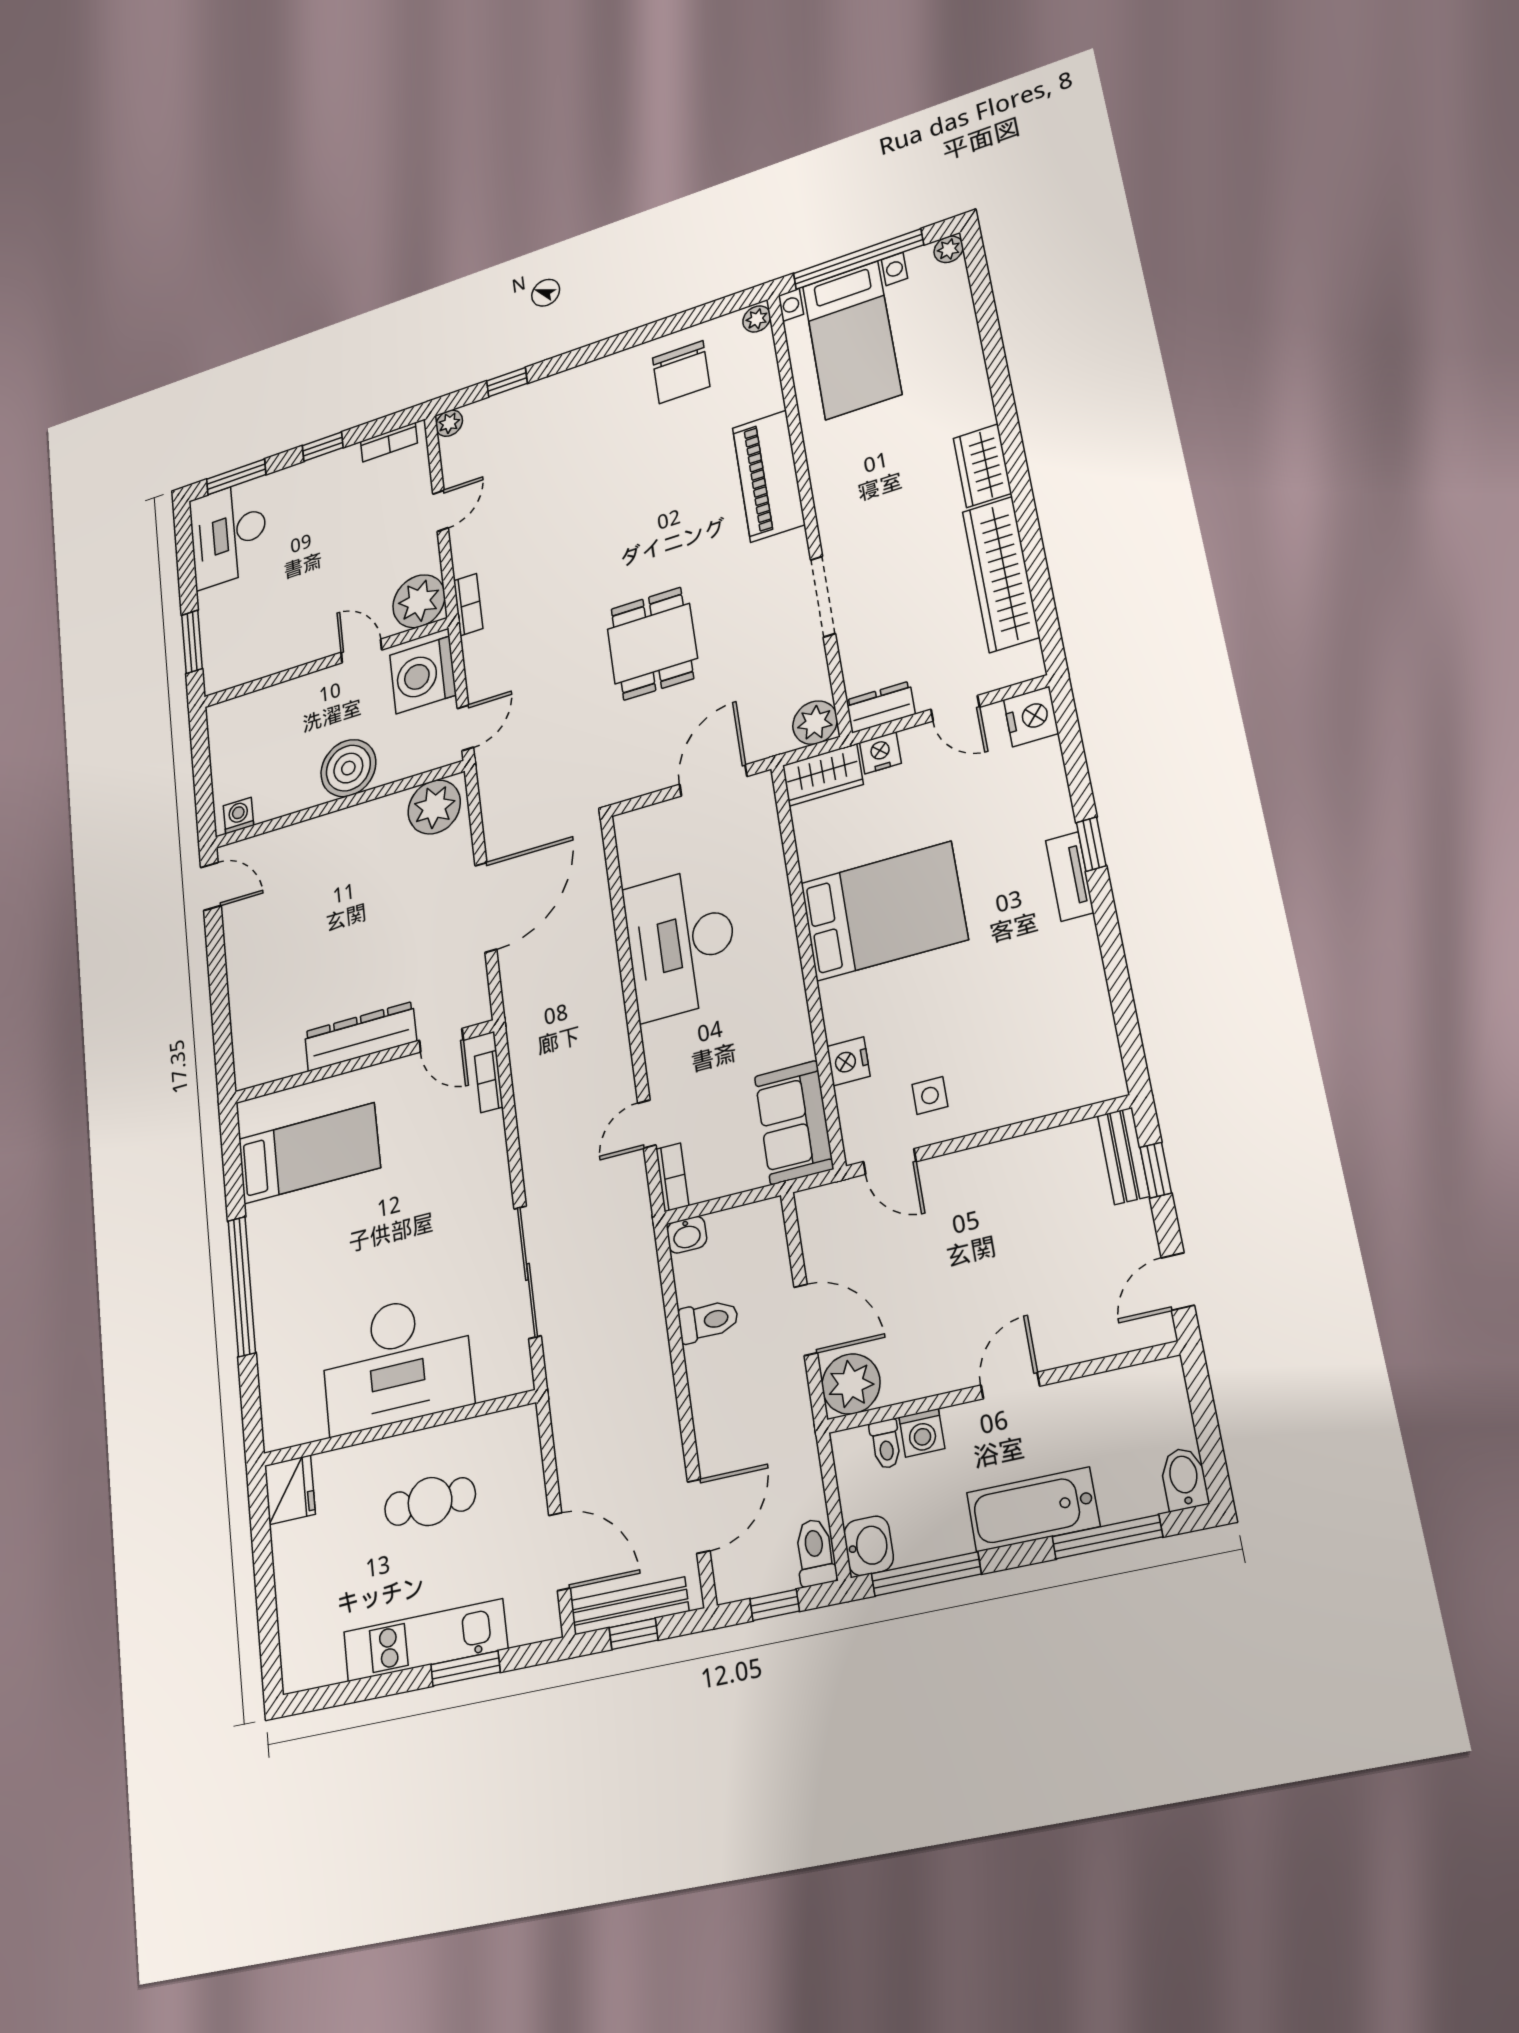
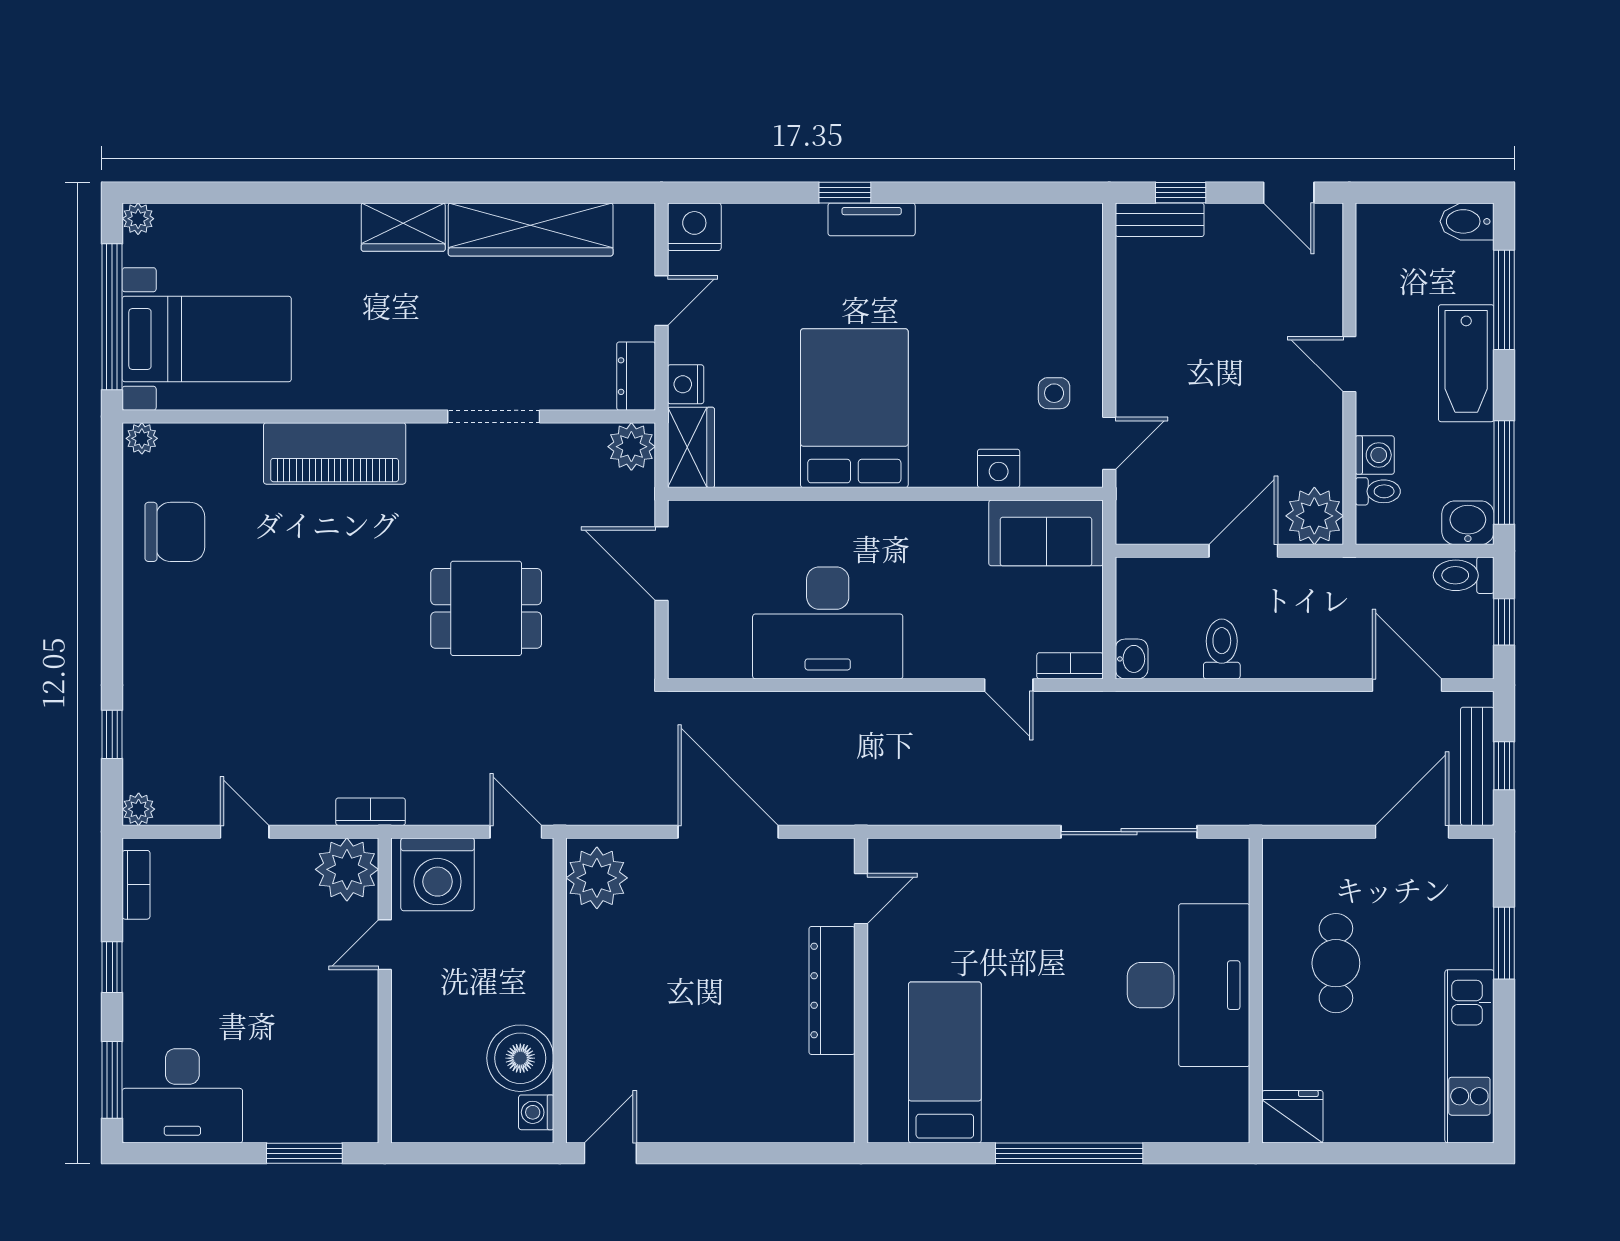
boiler: (348, 768) -> (520, 1058), moved
bookcase: (489, 1081) -> (920, 850), removed
kitchen unit: (425, 1640) -> (1469, 1056), moved

